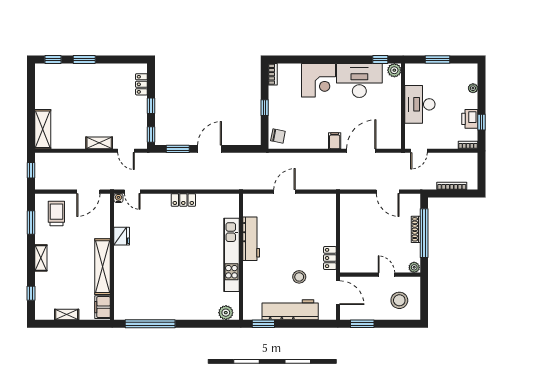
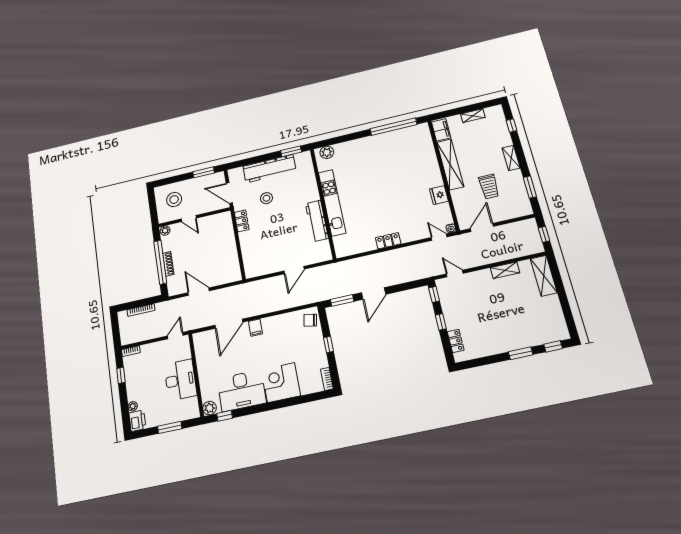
printer: (470, 119) -> (137, 421), moved
shelving: (99, 143) -> (505, 270), moved
window: (178, 149) -> (342, 300), moved
trolley: (56, 213) -> (489, 187), moved

